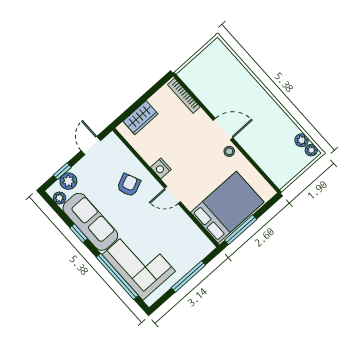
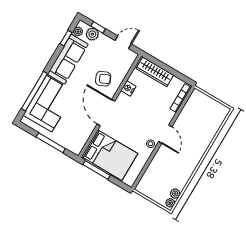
wardrobe: (140, 118) -> (155, 72), width x1.50
nightstand: (161, 168) -> (128, 88), moved
door: (172, 195) -> (106, 113), width x1.88
window: (79, 233) -> (66, 38), moved

